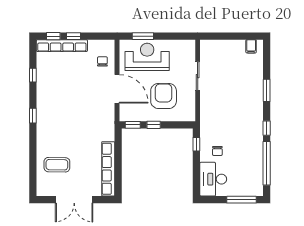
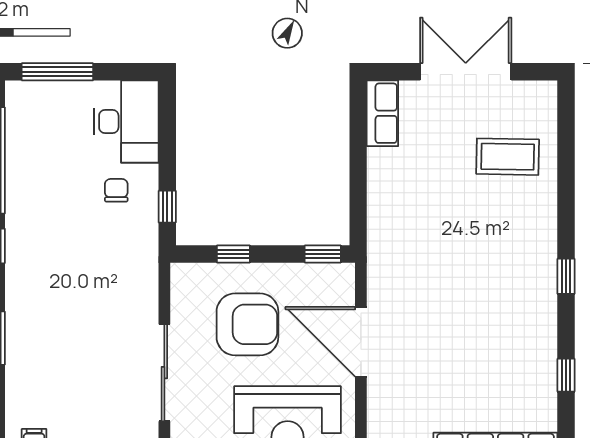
chair: (102, 61) -> (397, 409), removed
sliding door: (198, 76) -> (164, 373), width x1.37
armchair: (164, 96) -> (247, 324), turned -90
window: (154, 125) -> (233, 254), moved
row of seats: (108, 169) -> (382, 113), width x0.50

